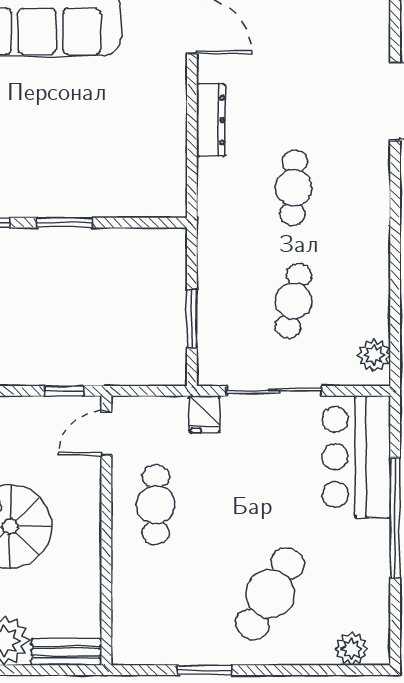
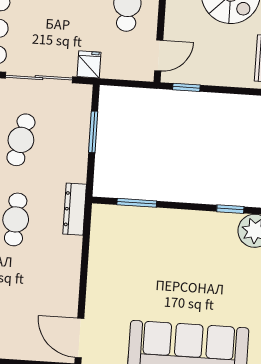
dresser: (211, 120) -> (75, 209), moved
window: (65, 223) -> (137, 203), moved

